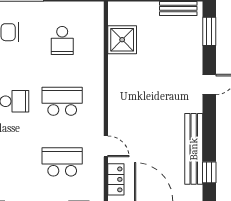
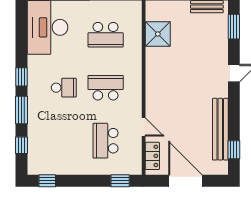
school desk: (62, 40) -> (106, 35), width x1.85
school desk: (62, 162) -> (106, 141), turned -90

